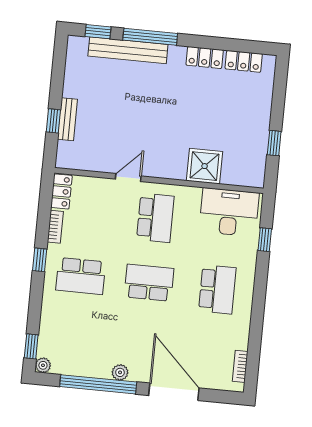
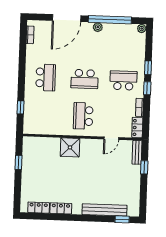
window: (150, 37) -> (92, 218), removed
bench: (67, 119) -> (137, 152), moved
shower: (205, 166) -> (70, 147), moved
door: (128, 178) -> (111, 138), moved
desk: (229, 212) -> (42, 122), removed
school desk: (217, 289) -> (46, 78), turned 180
window: (31, 346) -> (148, 68), moved
door: (174, 392) -> (67, 18), hinge flipped

